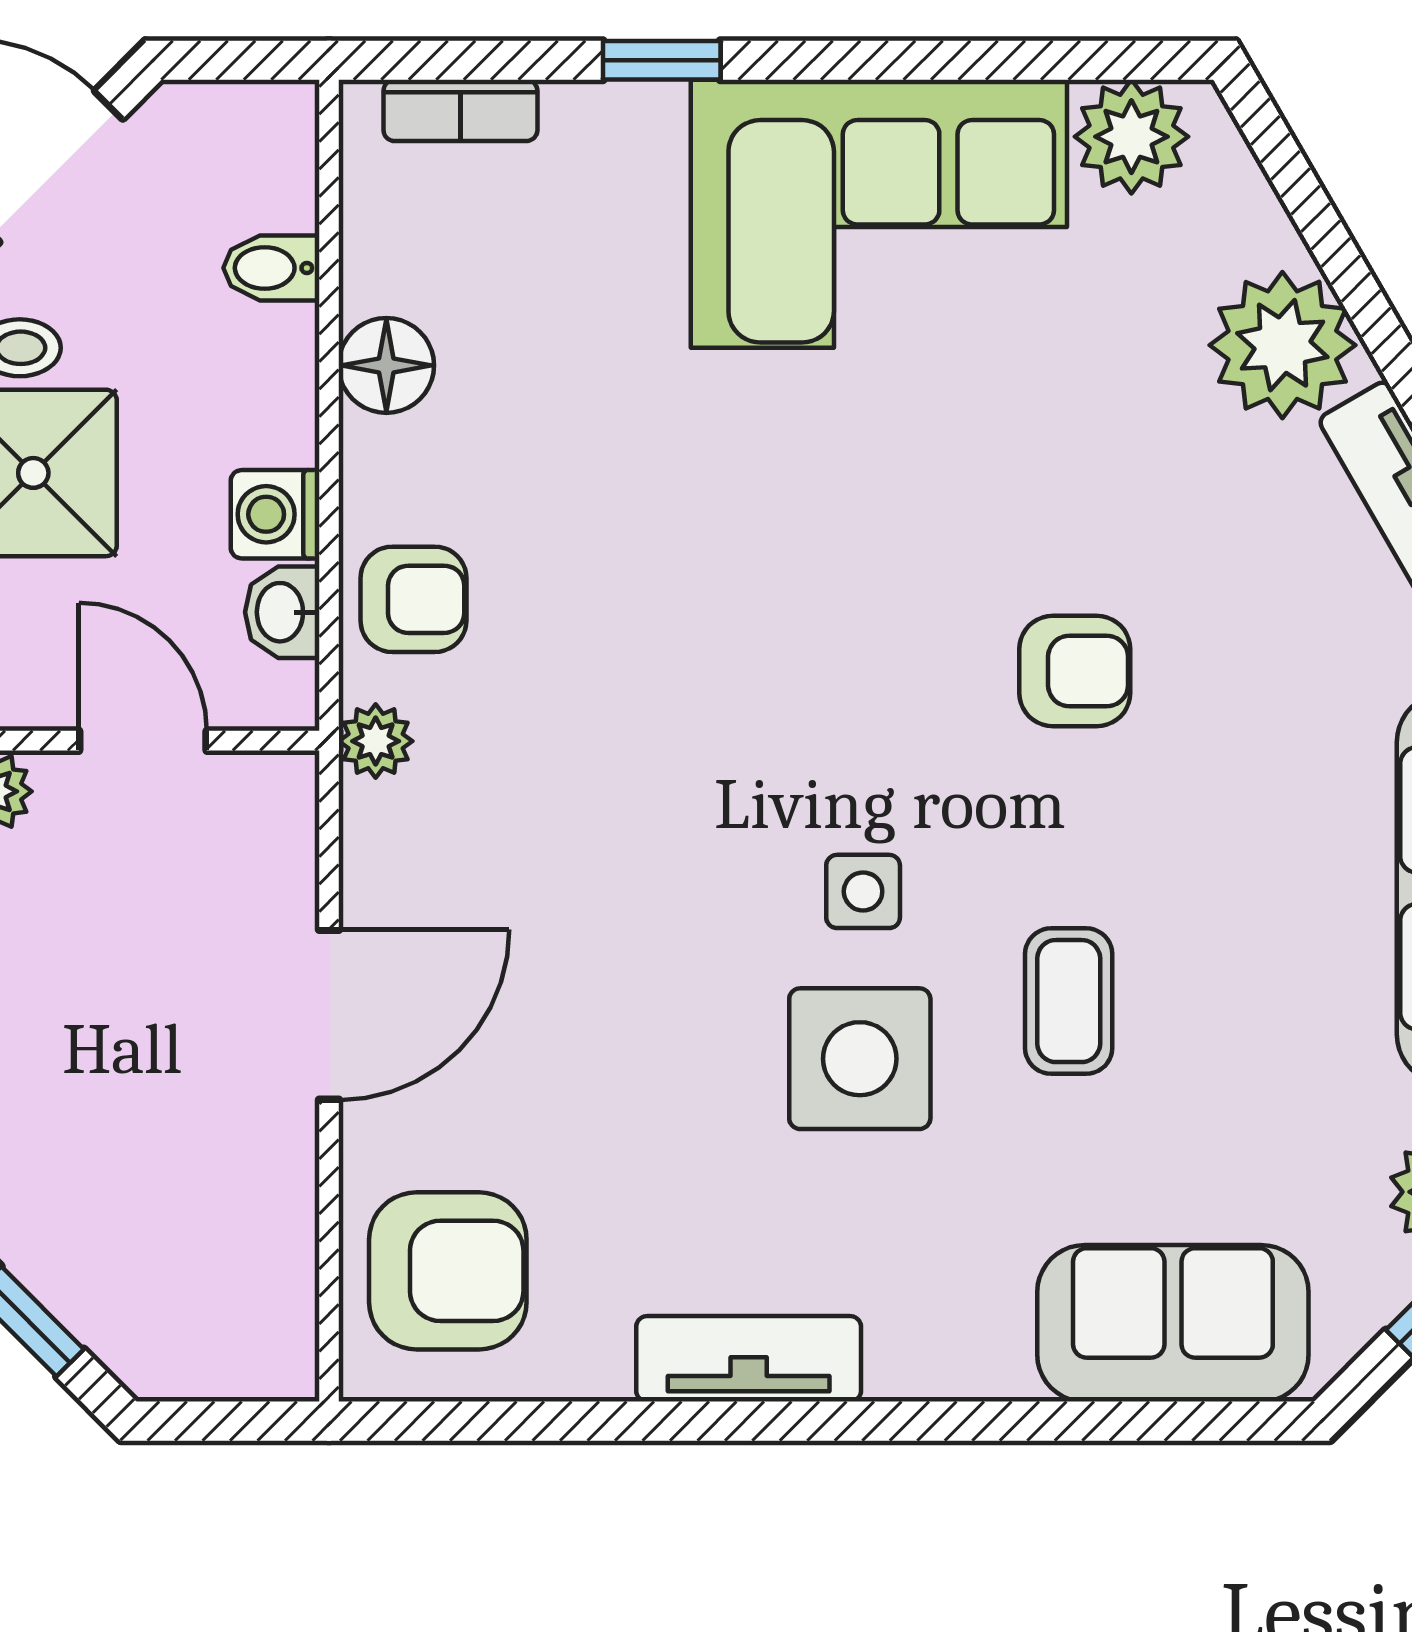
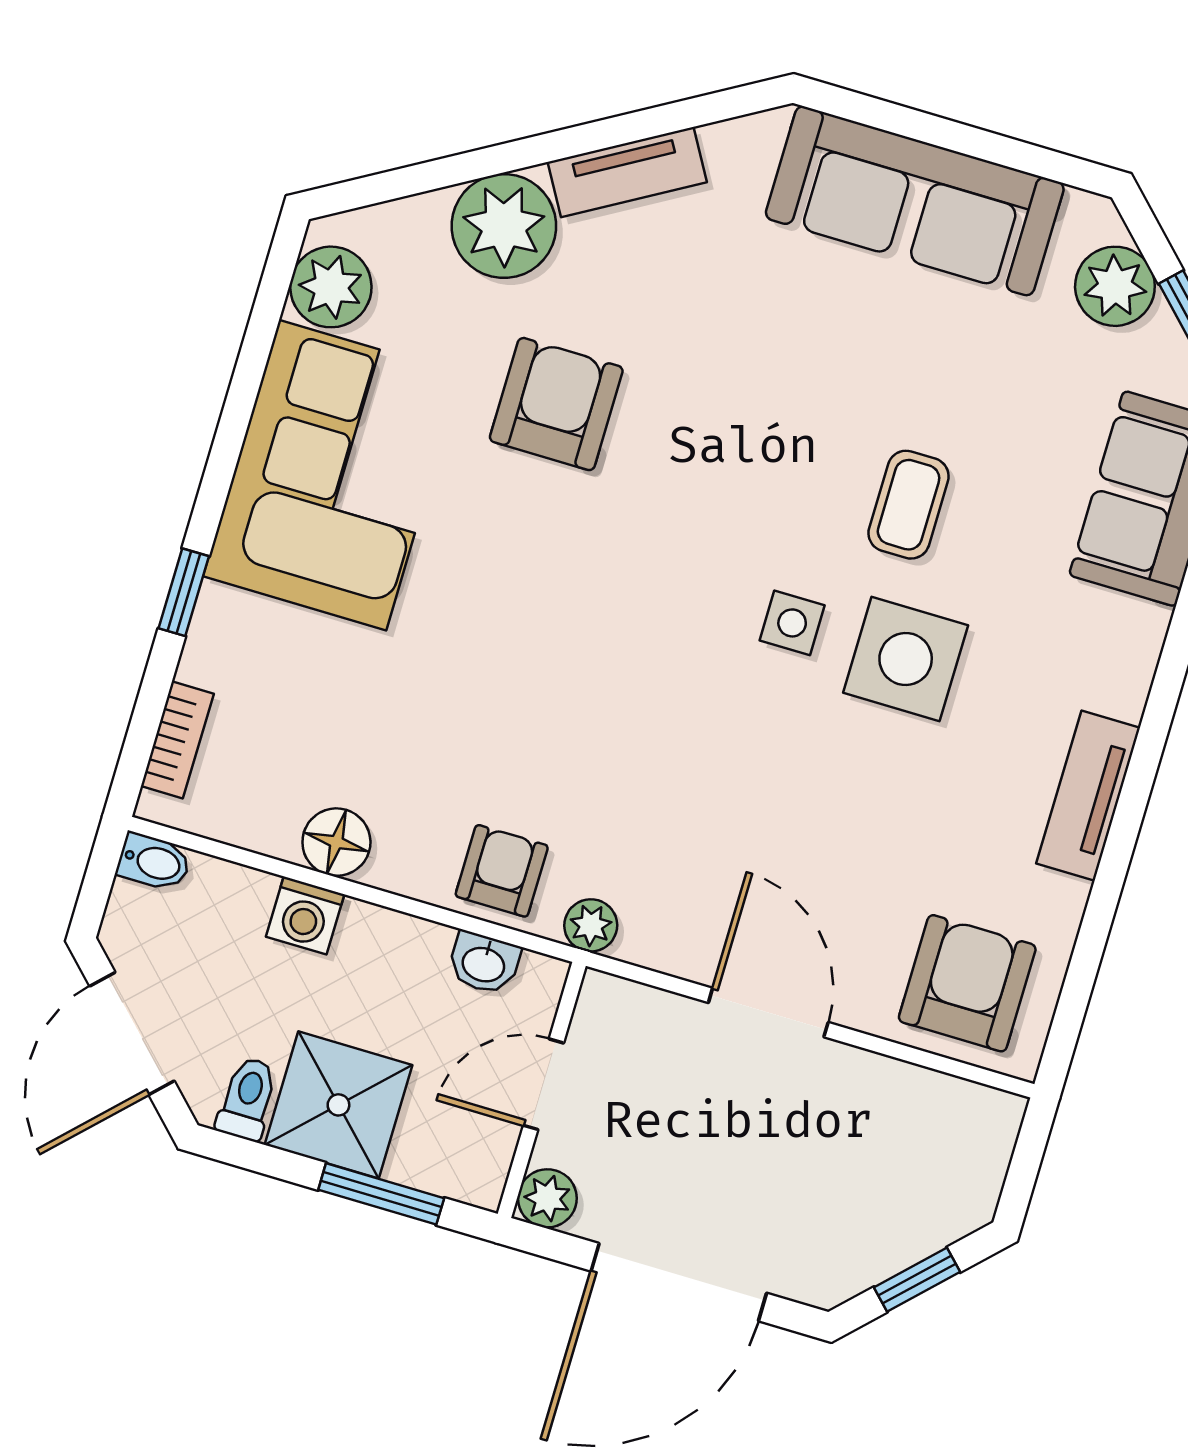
bidet: (271, 268) -> (154, 862), moved, turned -90
washing machine: (275, 514) -> (305, 916), moved
armchair: (1075, 671) -> (556, 404), moved, width x1.38, depth x1.38
coffee table: (1069, 1001) -> (909, 505), turned 90

